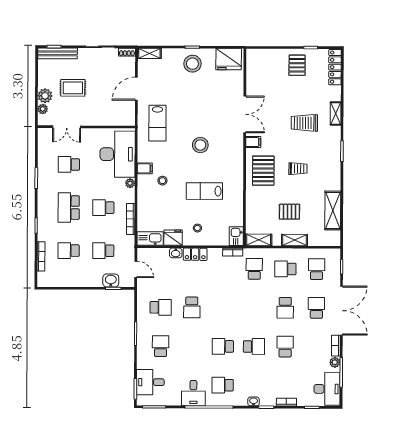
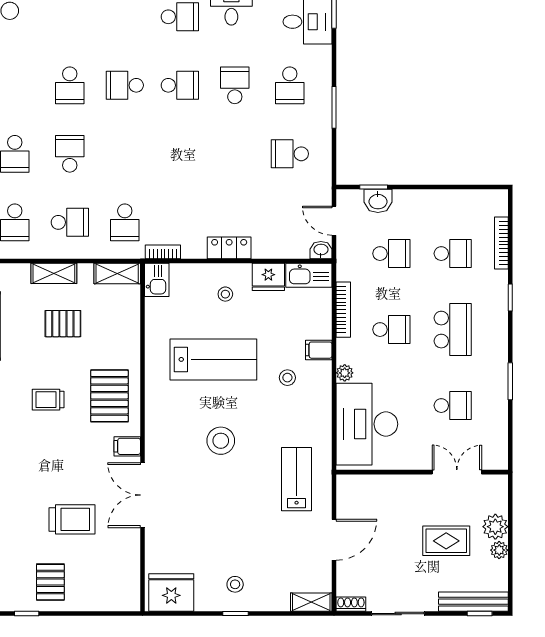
stool: (192, 64) -> (235, 584), width x0.53, depth x0.53
plant: (43, 109) -> (499, 550), moved
trolley: (304, 123) -> (72, 519), moved
filing cabinet: (145, 168) -> (319, 350), moved
lab bench: (204, 191) -> (213, 359), width x1.36, depth x1.39
washbasin: (176, 253) -> (321, 250), moved
school desk: (192, 307) -> (235, 85), moved

